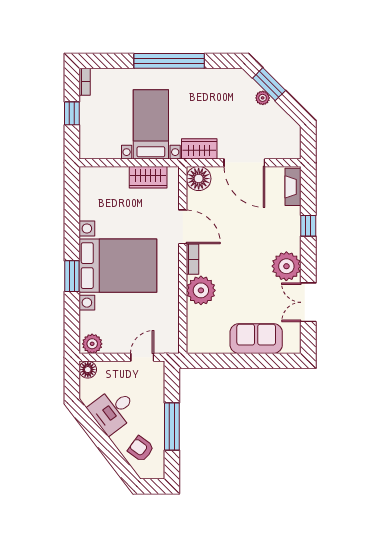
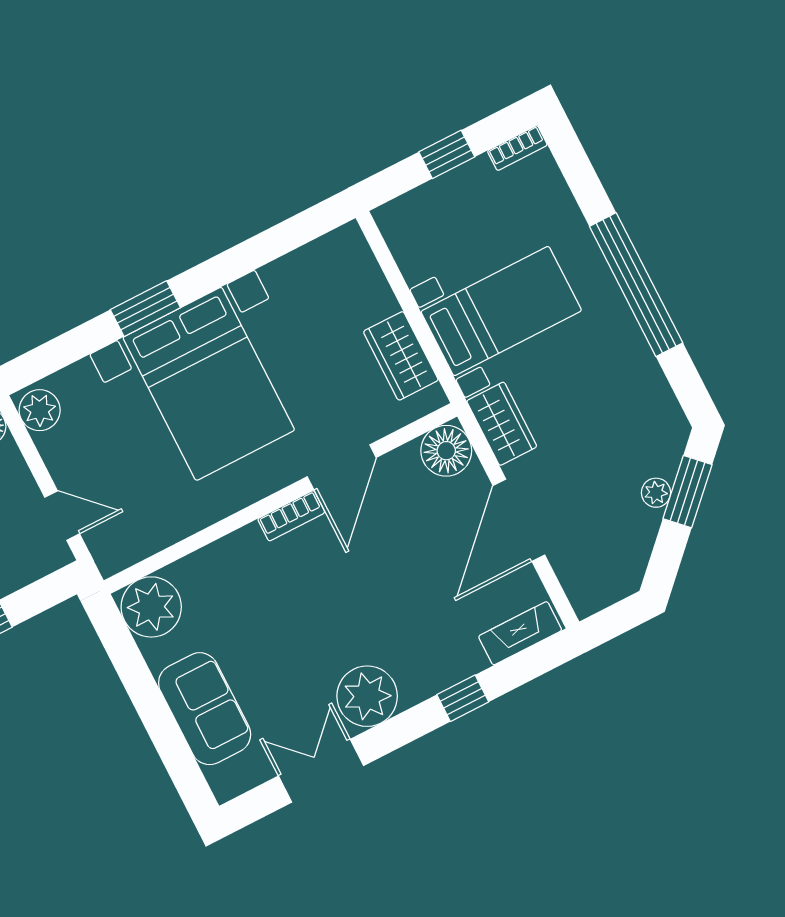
plant: (201, 290) -> (151, 607), moved

